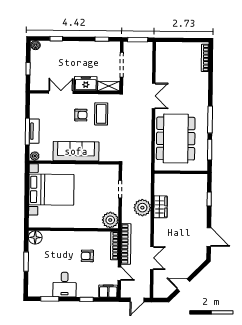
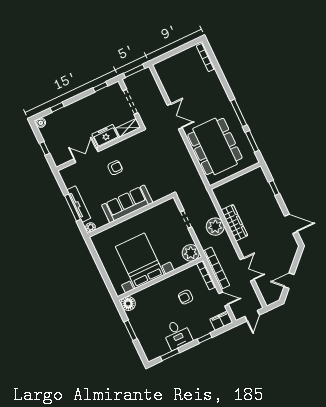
coffee table: (101, 114) -> (134, 157), removed
tv unit: (34, 131) -> (79, 204), width x1.41
bed with nightstands: (51, 190) -> (140, 261), moved, turned -90
wardrobe: (160, 207) -> (234, 223), width x1.50

